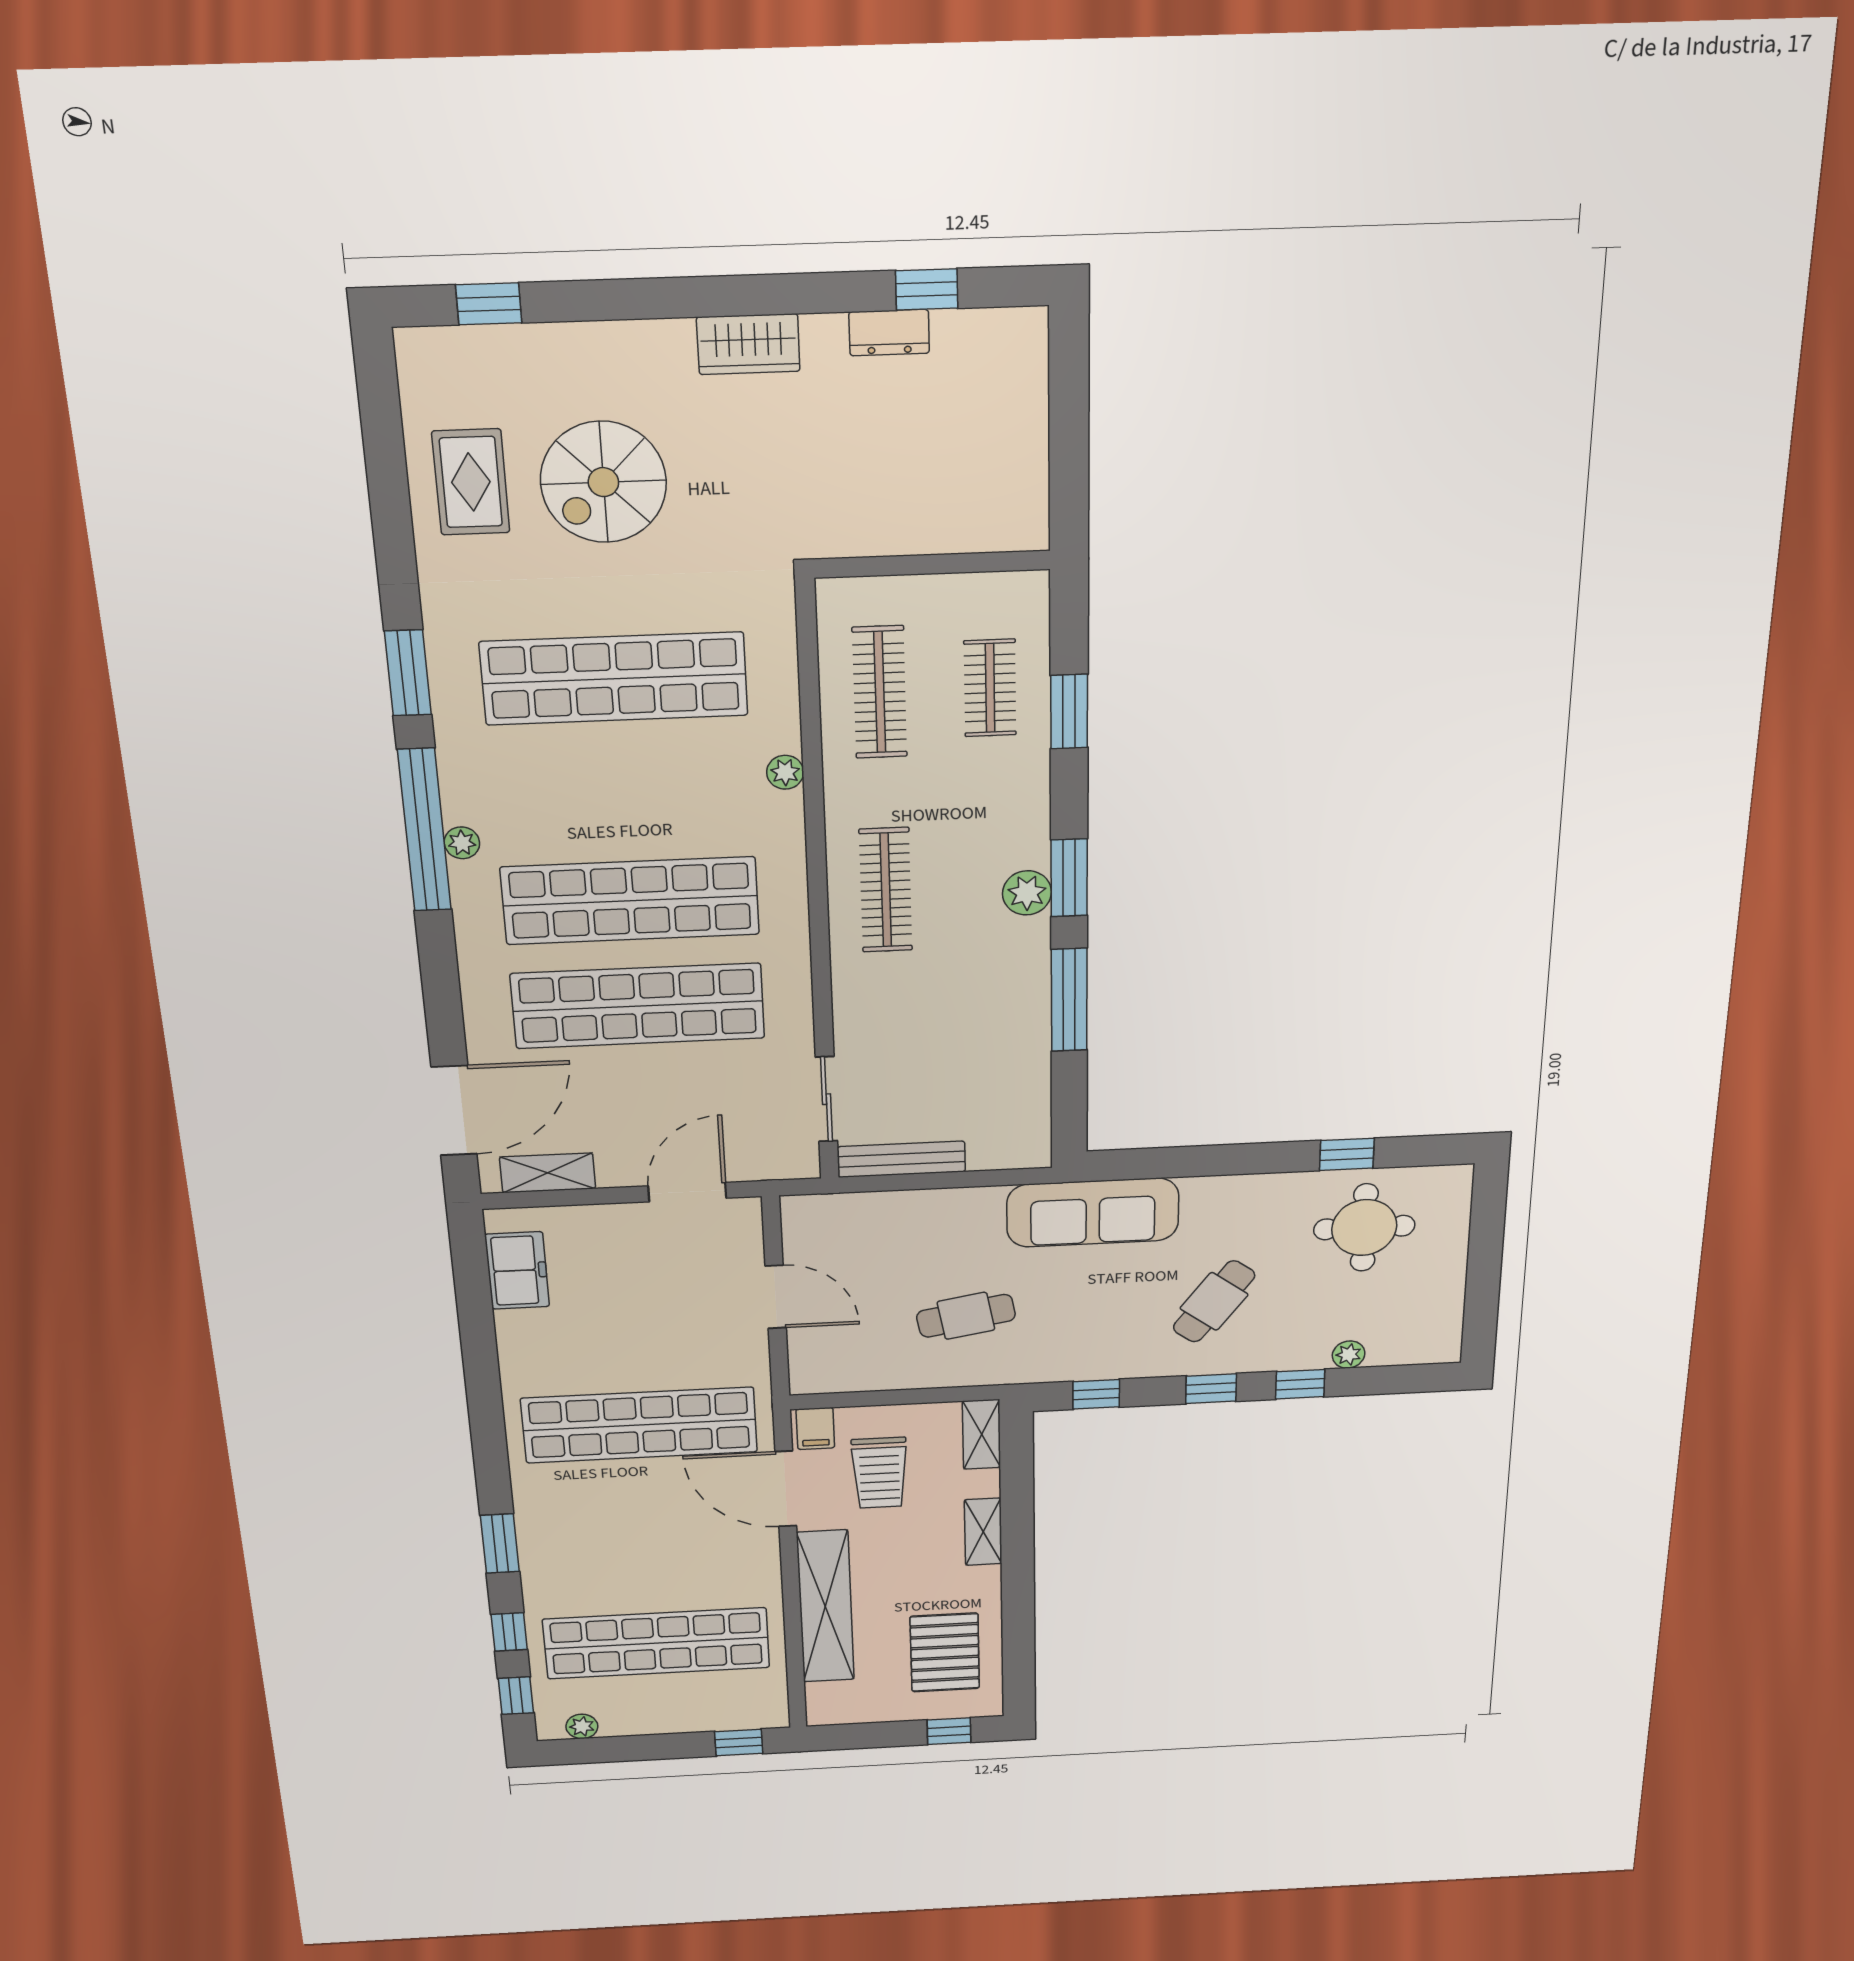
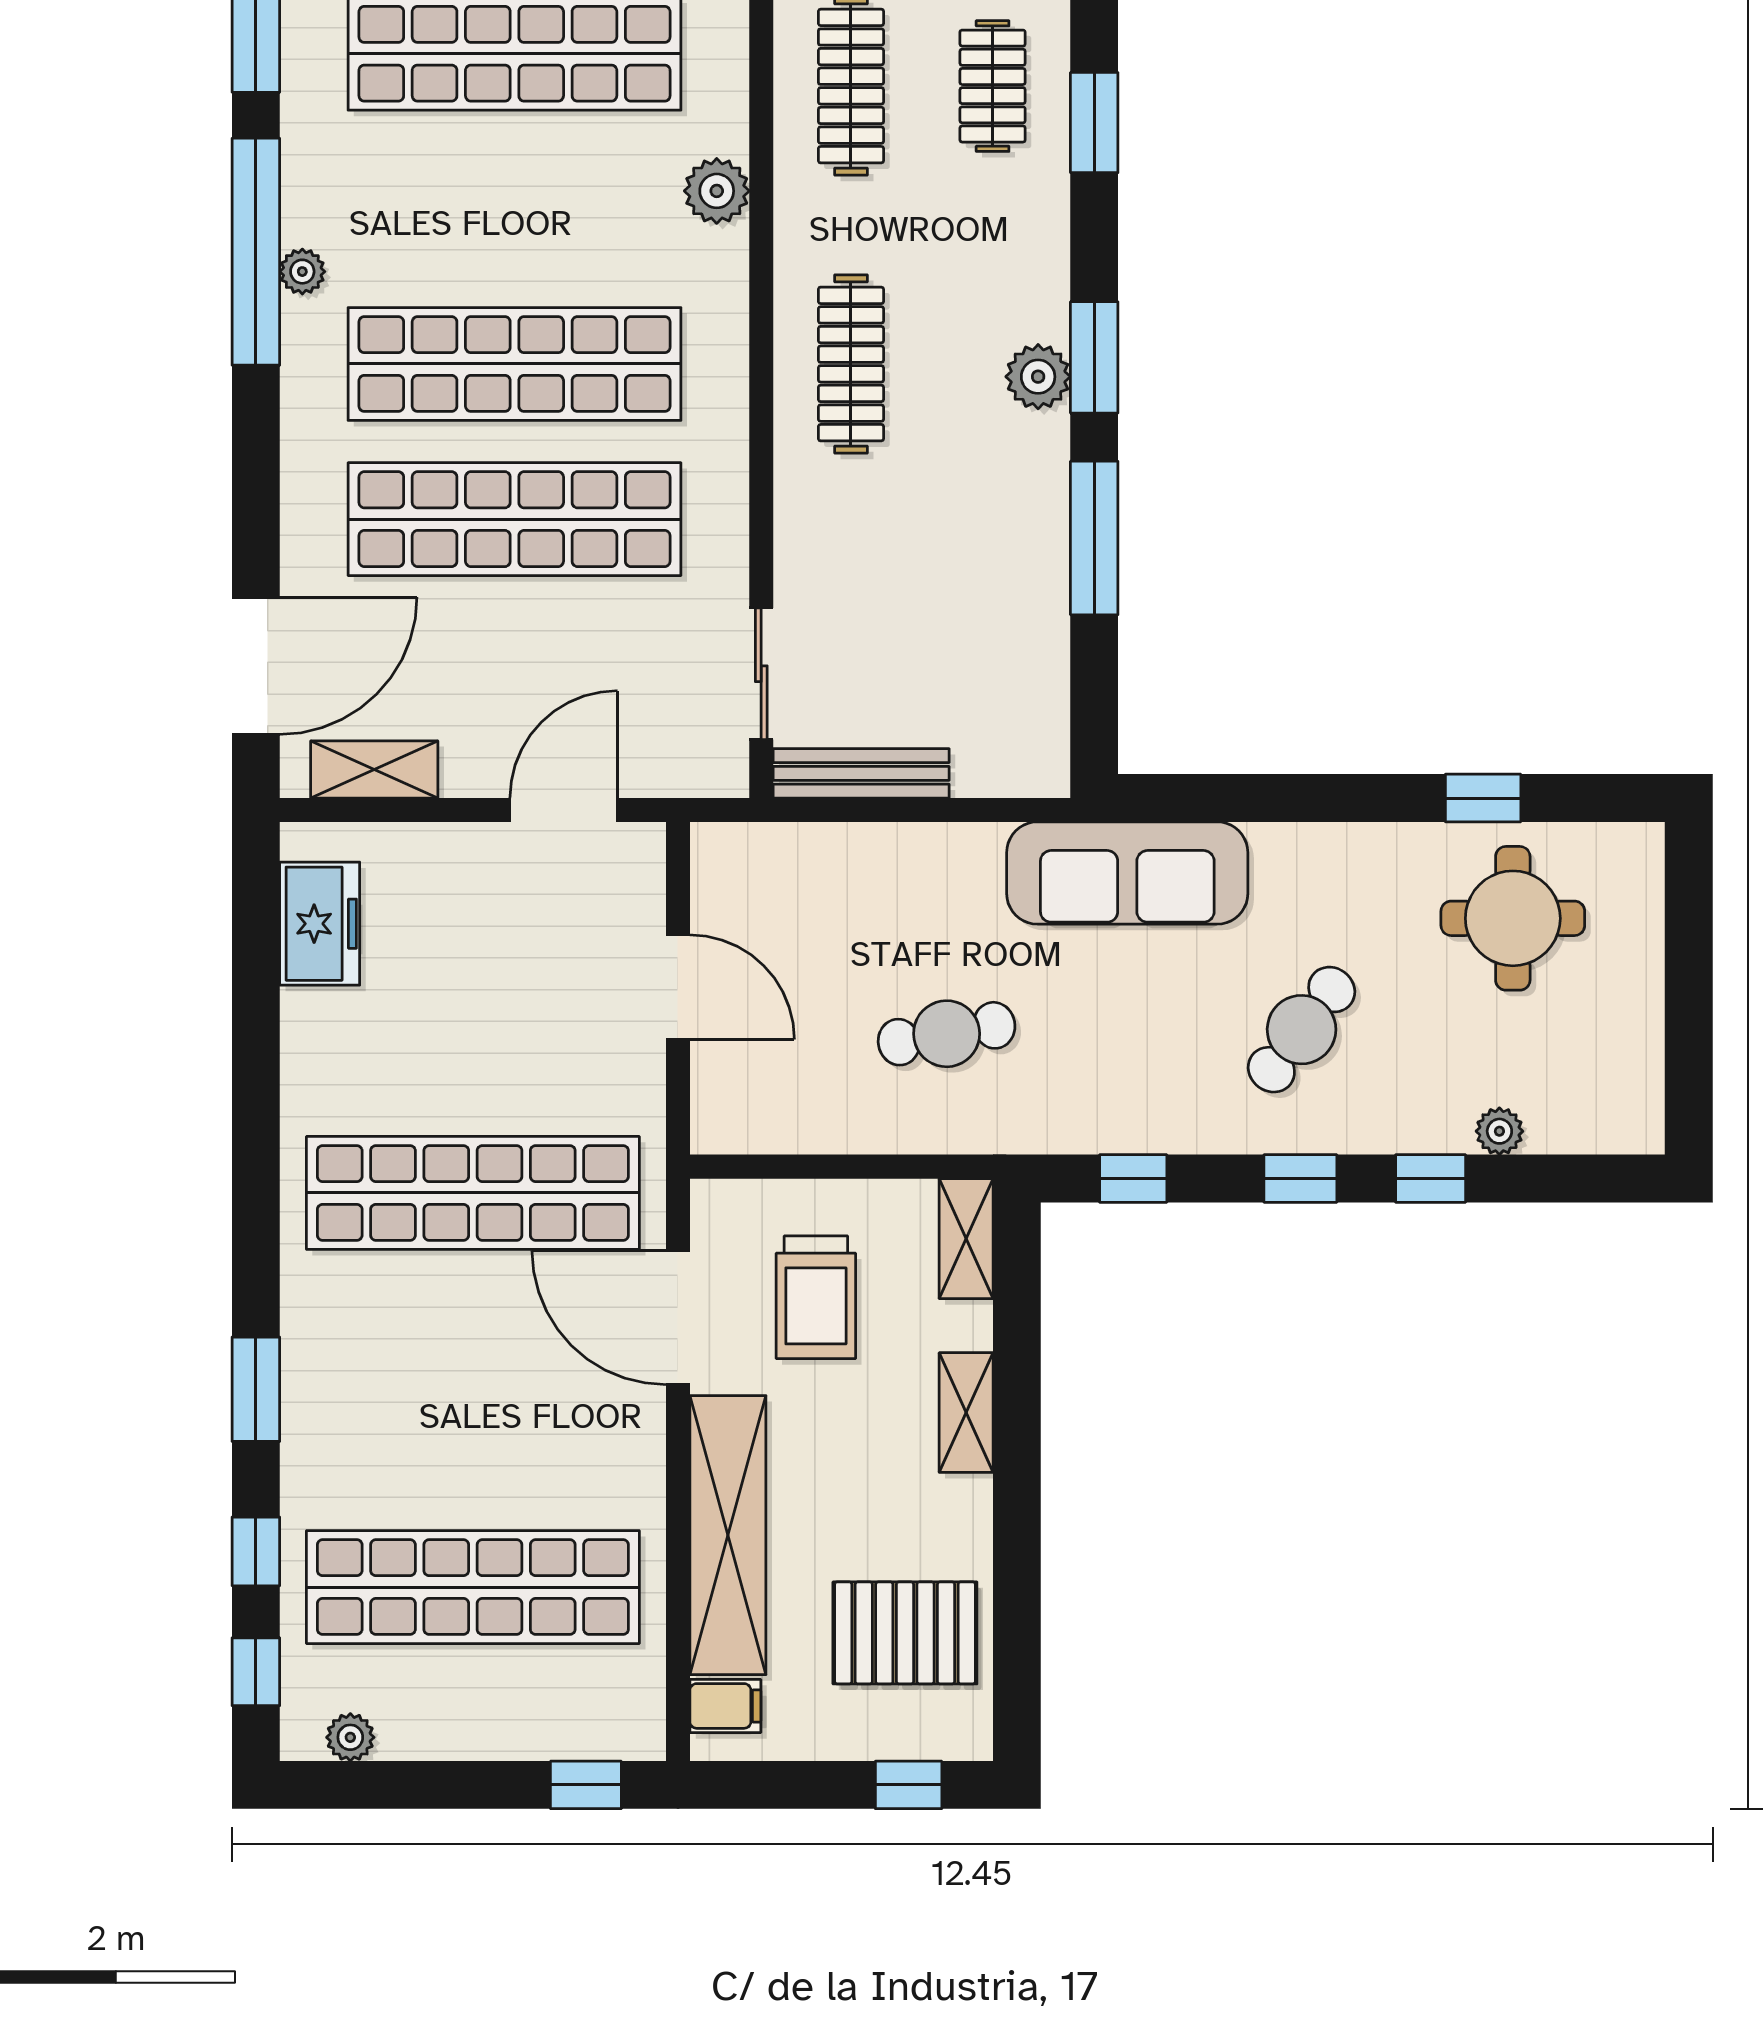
plant: (785, 772) -> (717, 191), width x1.38, depth x1.38
filing cabinet: (815, 1429) -> (725, 1706), moved, turned -90
pallet: (945, 1653) -> (905, 1633), turned 90

